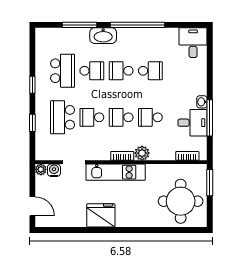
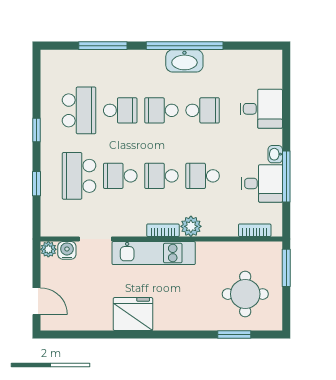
washbasin: (103, 36) -> (184, 61), moved
desk: (193, 43) -> (261, 109), moved, turned 90
round table: (181, 201) -> (245, 294), width x0.73, depth x0.73
window: (173, 230) -> (234, 335), added

